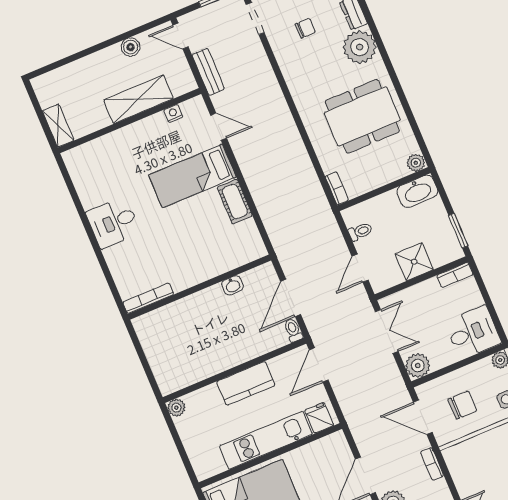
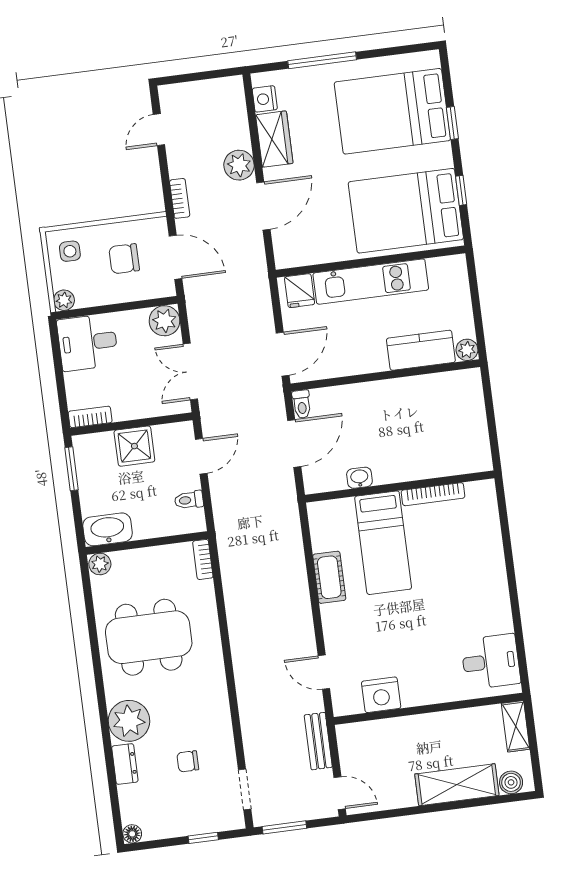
boiler: (131, 47) -> (511, 782), moved
shelving: (138, 99) -> (457, 785), moved
nightstand: (173, 113) -> (381, 695), width x1.89, depth x1.79
bed: (192, 176) -> (383, 543), moved, turned 90
desk: (113, 223) -> (491, 662), moved
bookcase: (148, 298) -> (433, 494), moved
kitchen counter: (246, 383) -> (421, 350), moved

